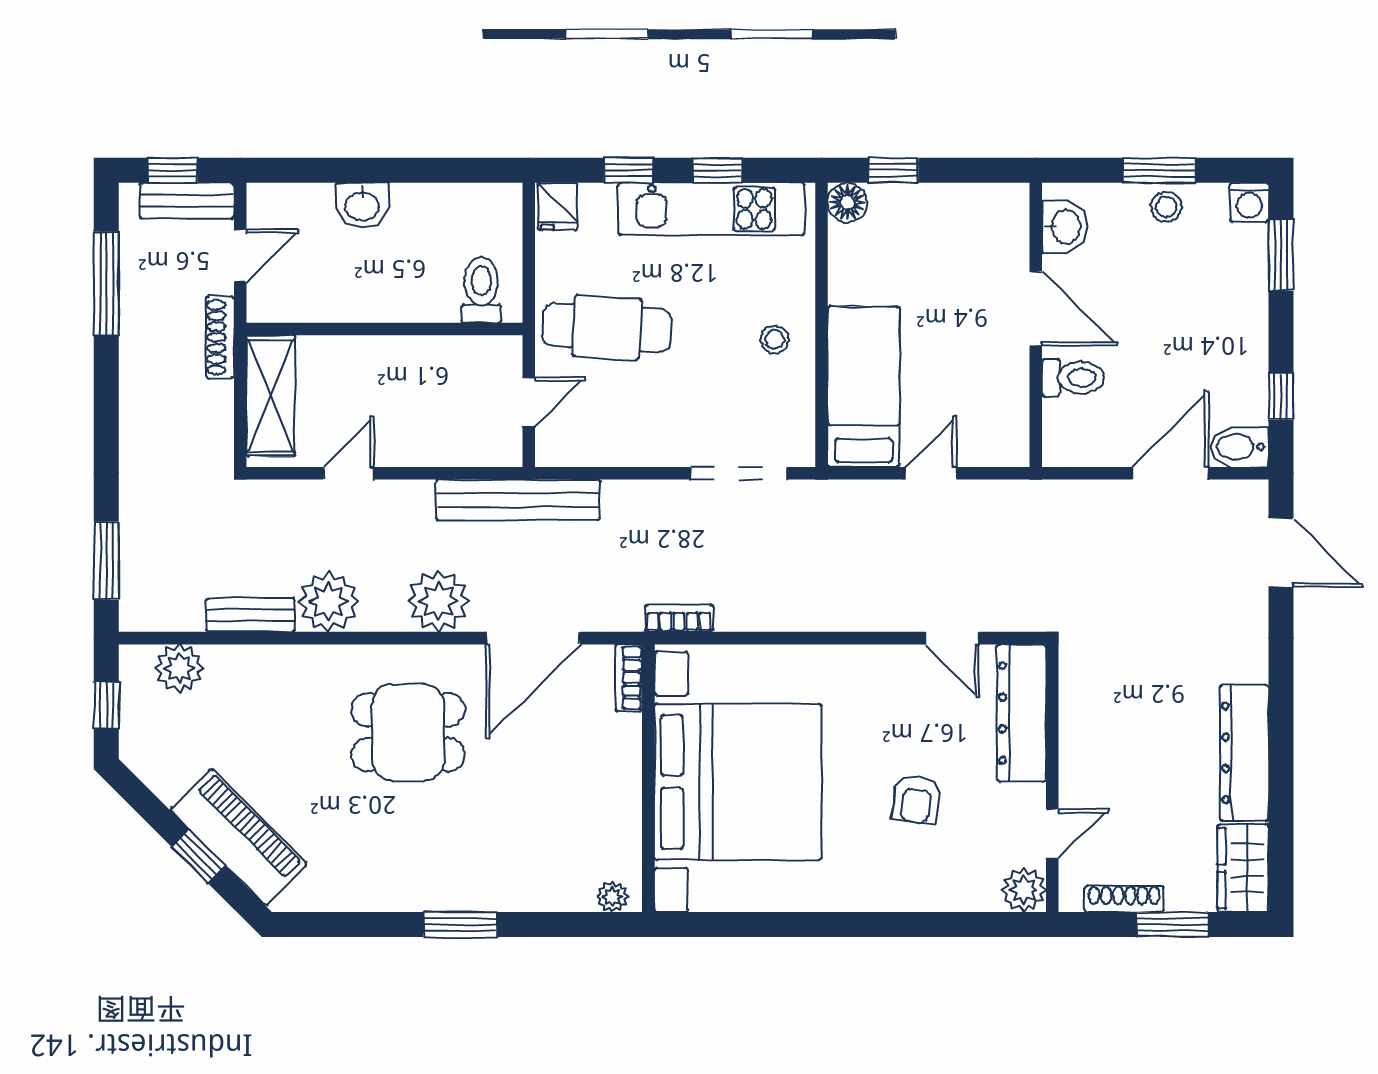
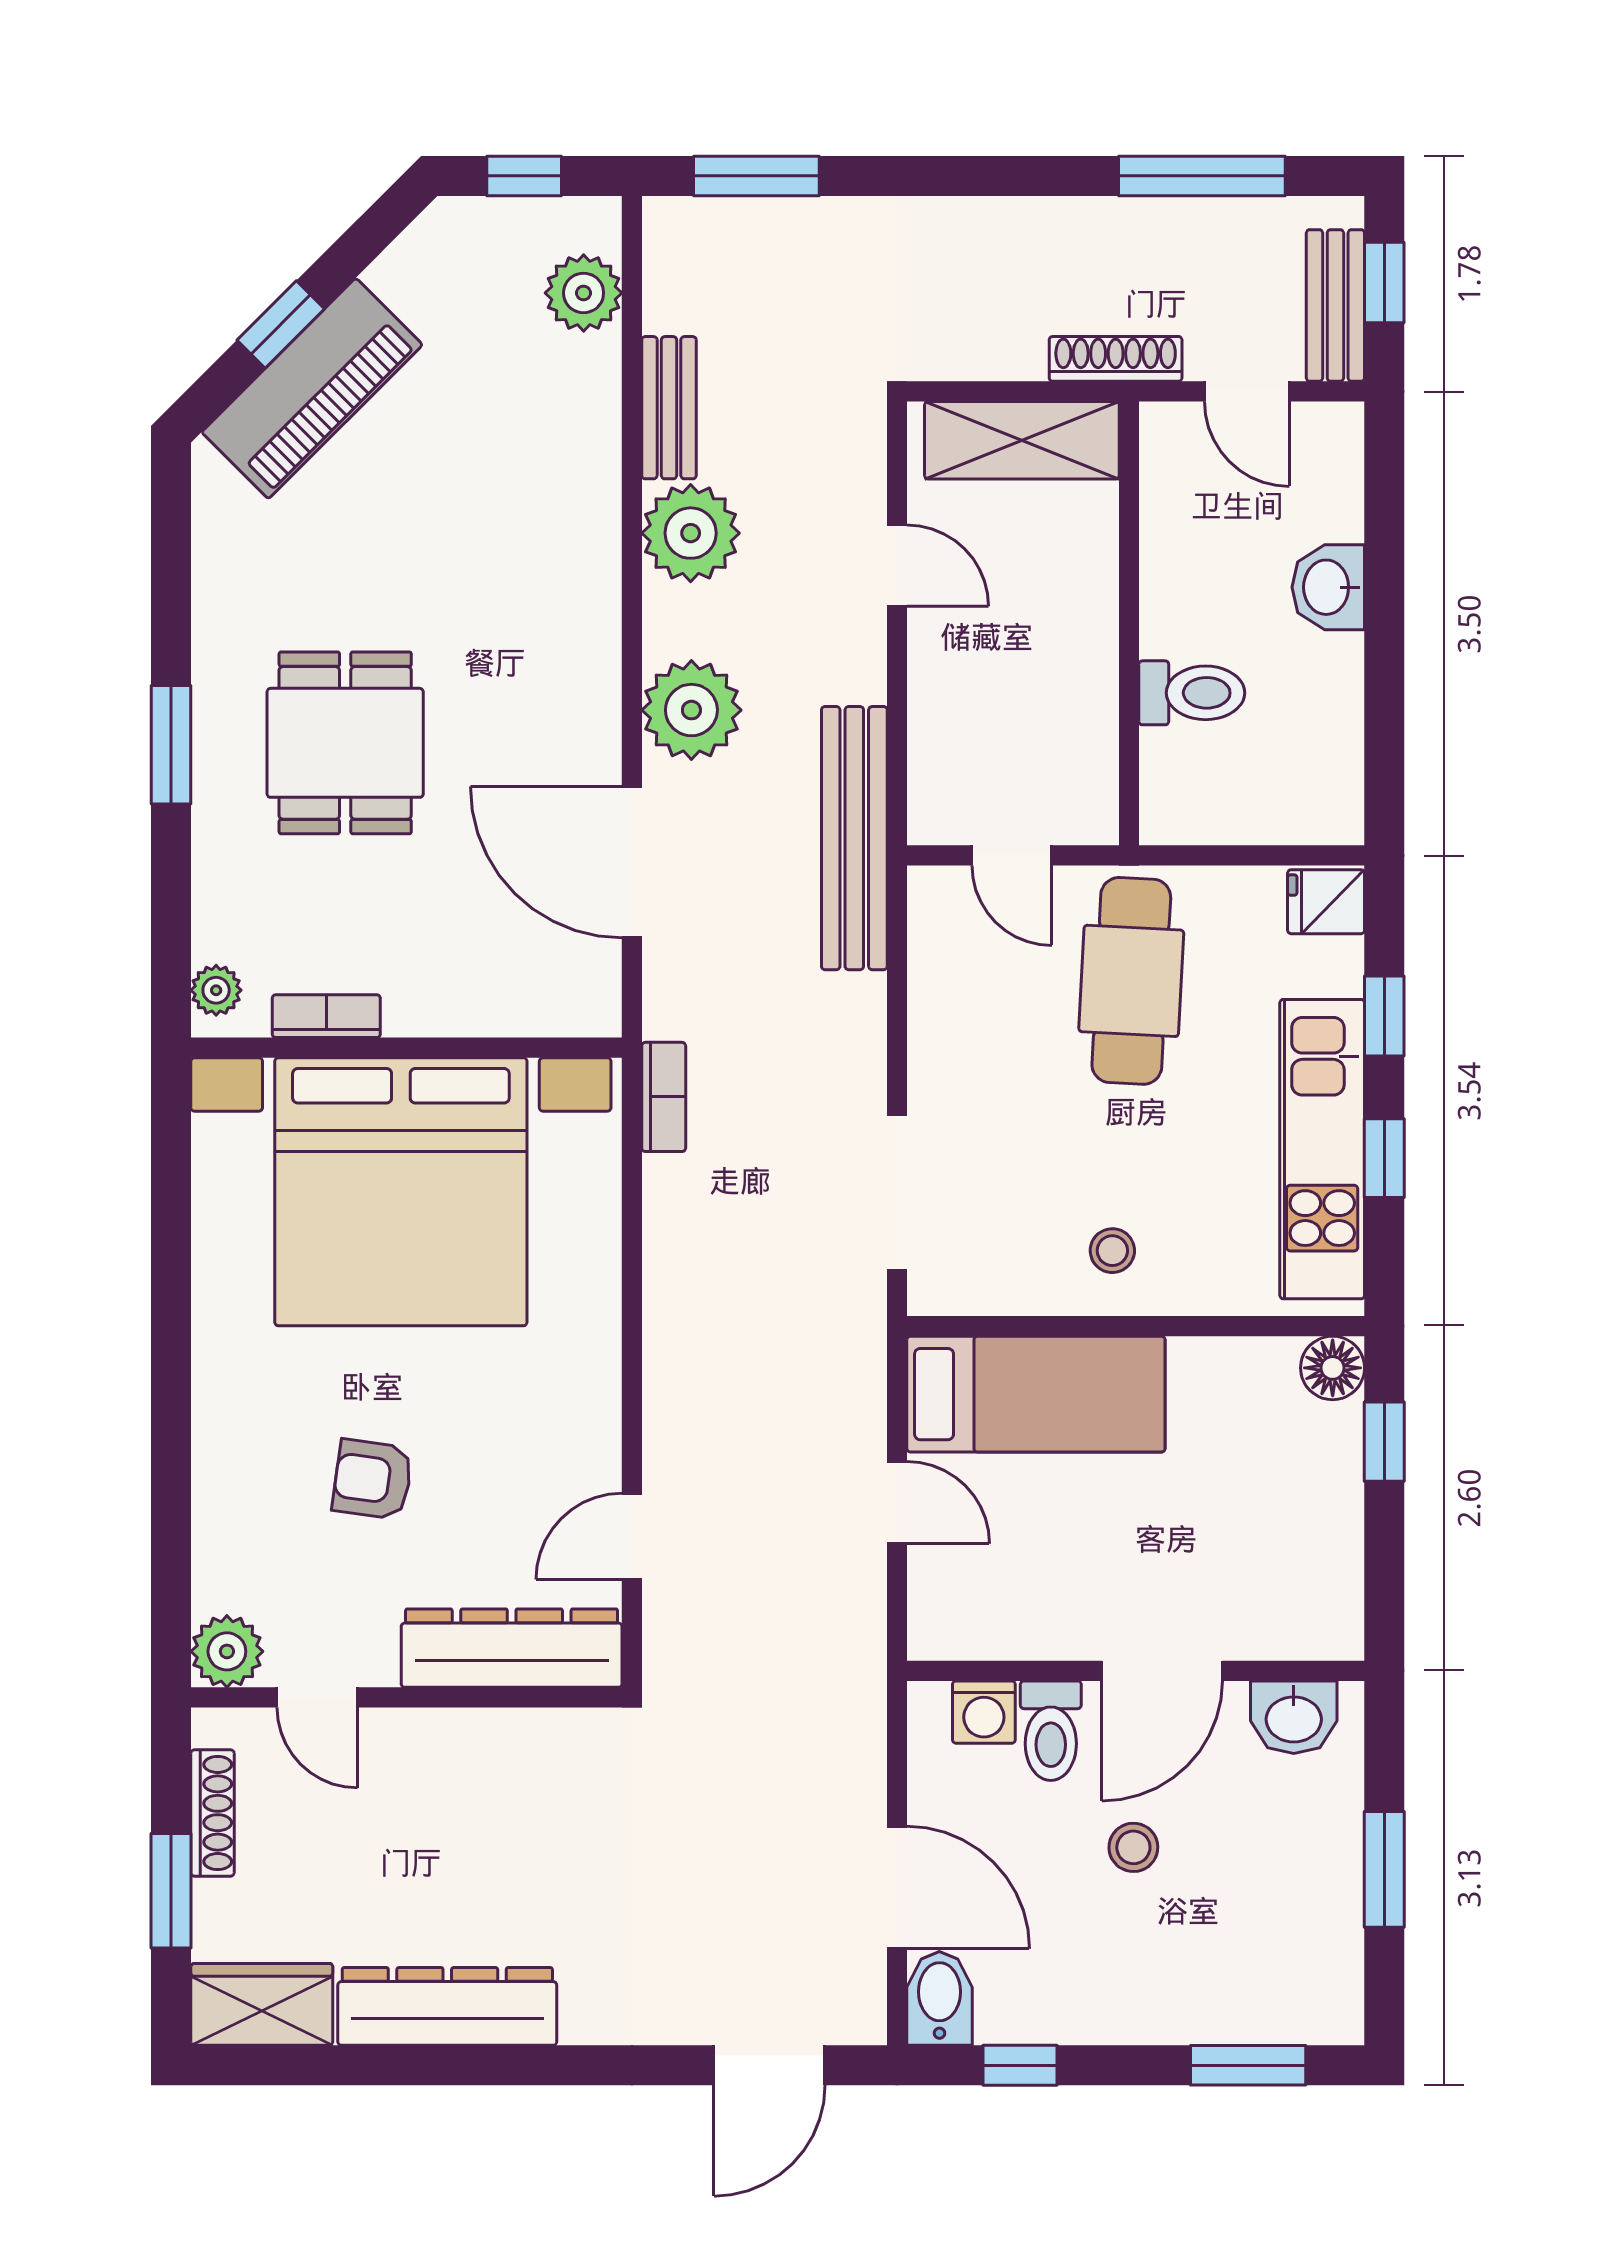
washing machine: (1249, 202) -> (984, 1712), moved, turned -90
stool: (1166, 207) -> (1133, 1847), moved
toilet: (481, 290) -> (1192, 693), moved
bookcase: (629, 678) -> (326, 1016), moved
dining table: (408, 732) -> (345, 743), moved

